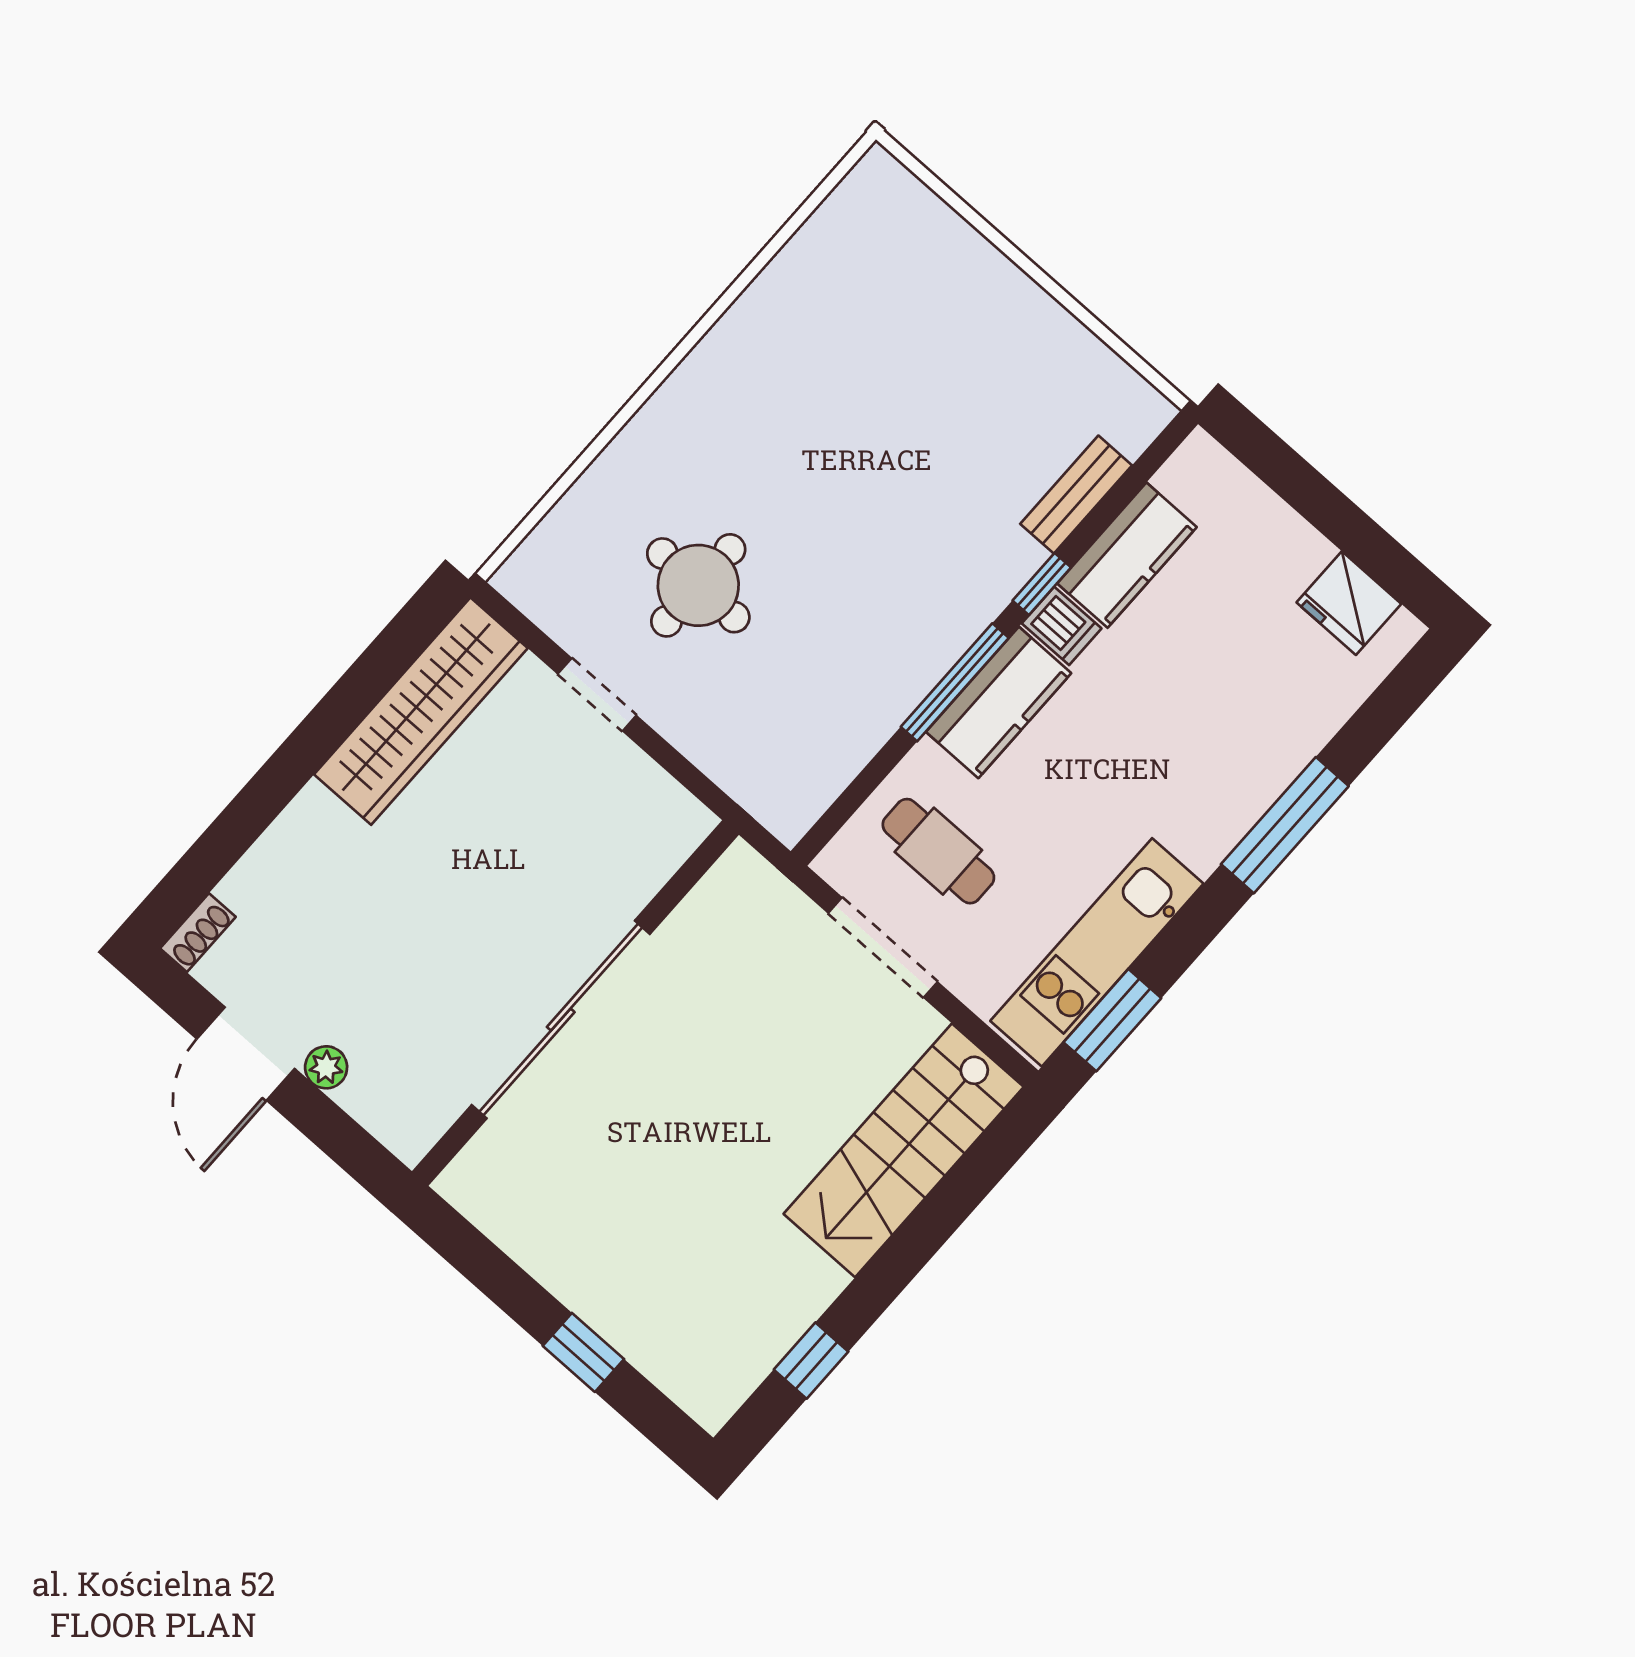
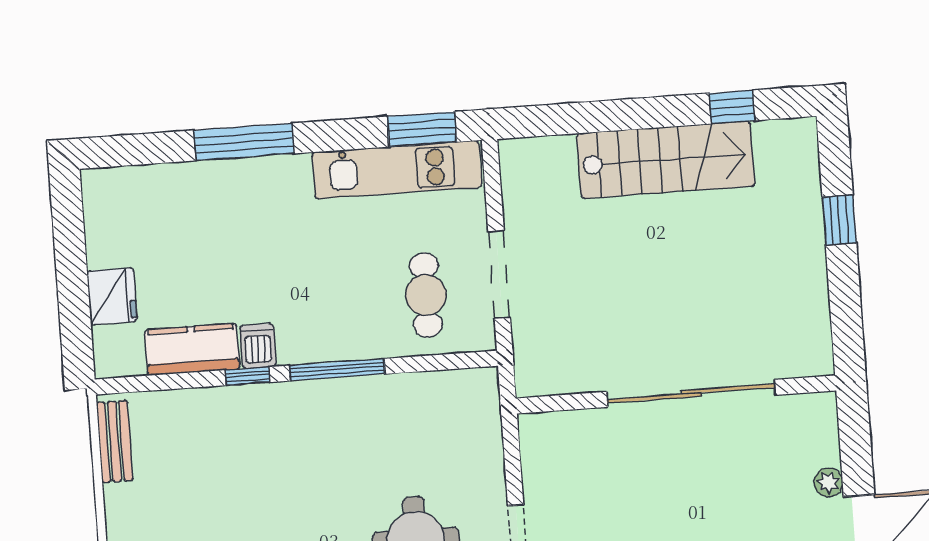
bench: (1076, 495) -> (114, 442), moved, turned 90
fridge: (1349, 603) -> (112, 296), moved
kitchen counter: (999, 702) -> (325, 339), removed
stairs: (904, 1150) -> (666, 160), moved

